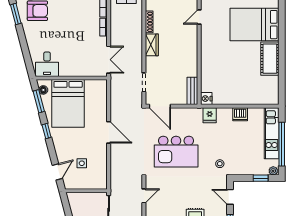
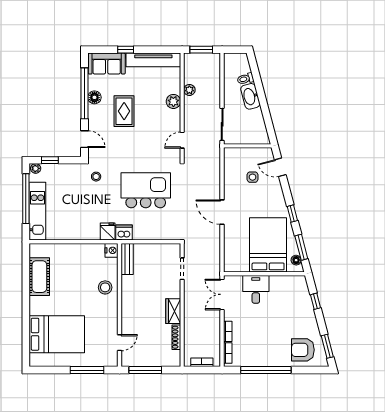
window: (26, 54) -> (315, 301), added
cot: (270, 59) -> (39, 277), moved
desk: (47, 64) -> (256, 289), moved
stool: (212, 66) -> (105, 287), added
door: (160, 106) -> (164, 242), removed
dishwasher: (240, 114) -> (124, 233), moved
door: (57, 172) -> (280, 167), hinge flipped

